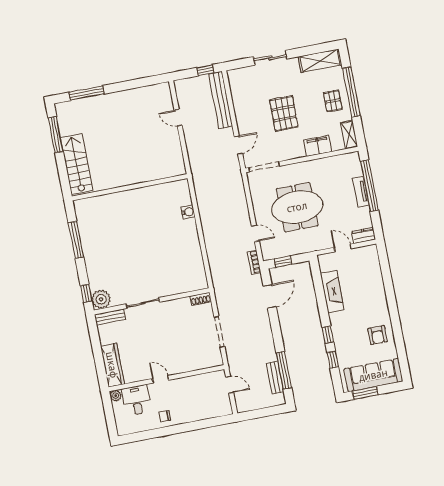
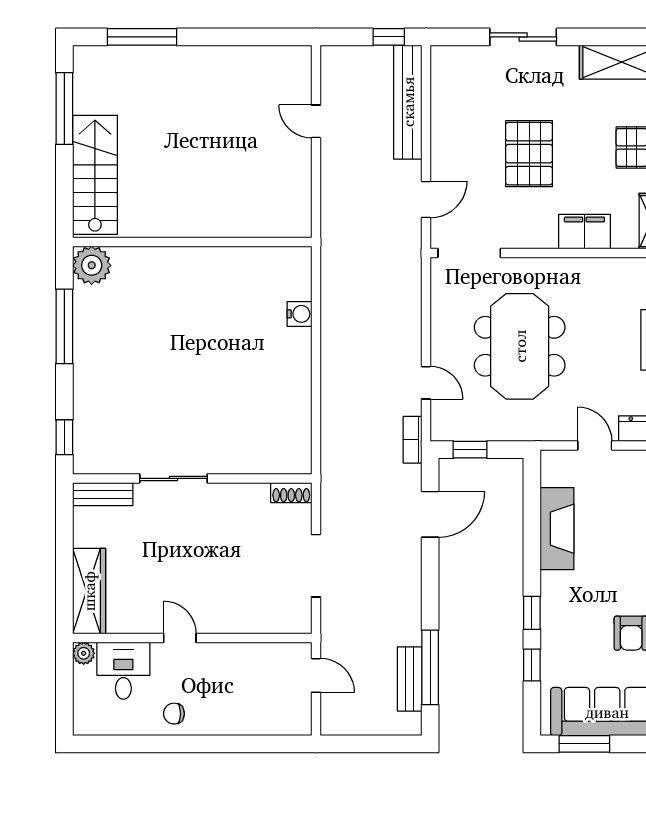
meeting table: (297, 207) -> (520, 346), turned 90
plant: (101, 299) -> (92, 265), moved

